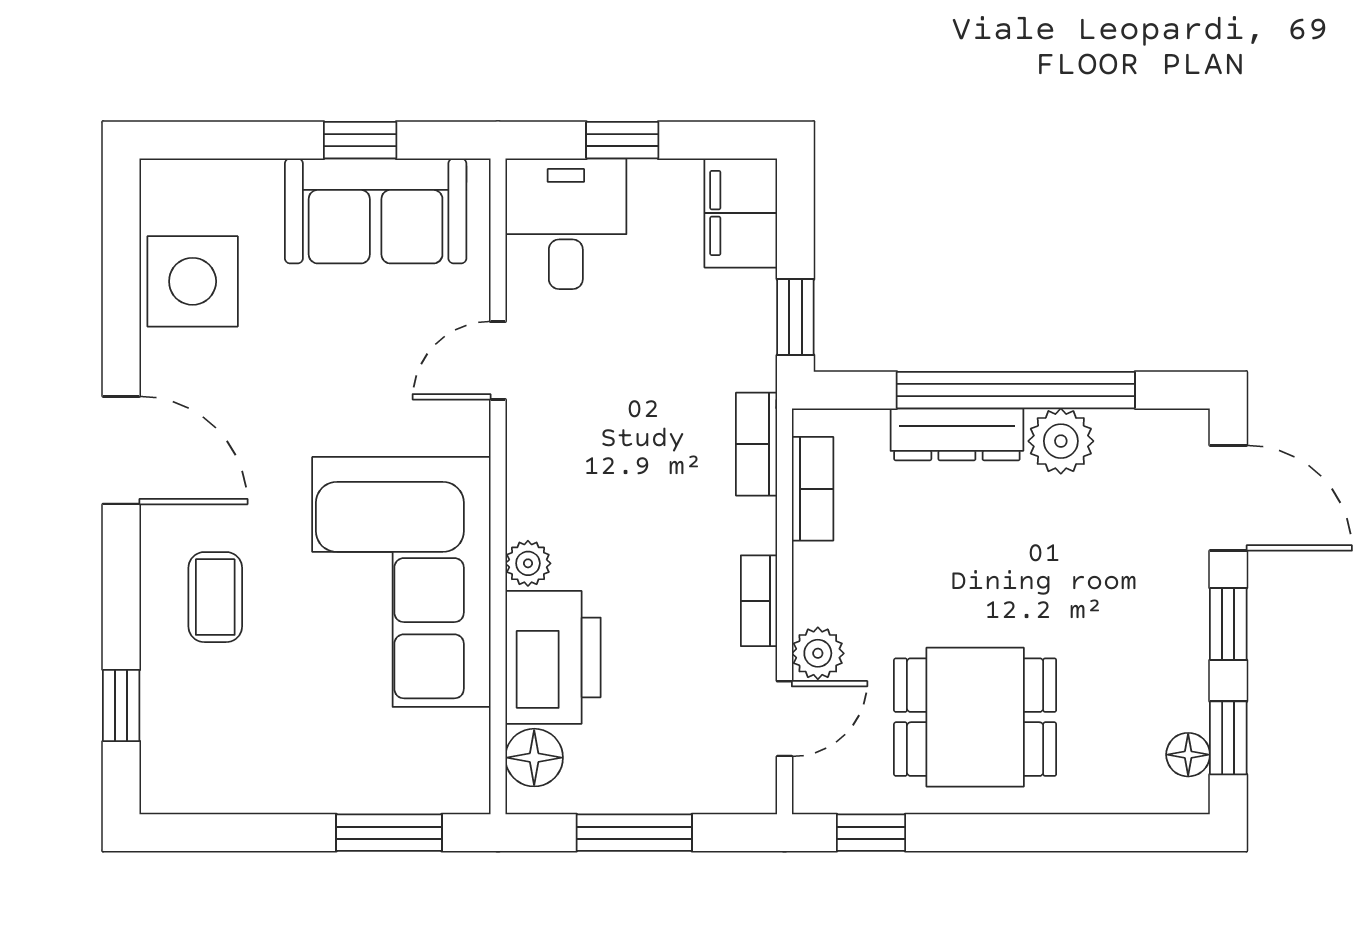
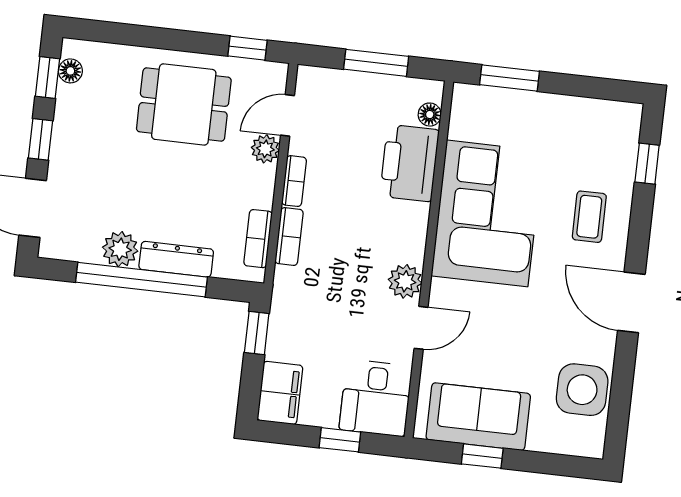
bookcase: (757, 444) -> (289, 237), moved
plant: (528, 563) -> (405, 281), moved, width x1.37, depth x1.37
floor lamp: (534, 758) -> (430, 115), width x0.73, depth x0.73

